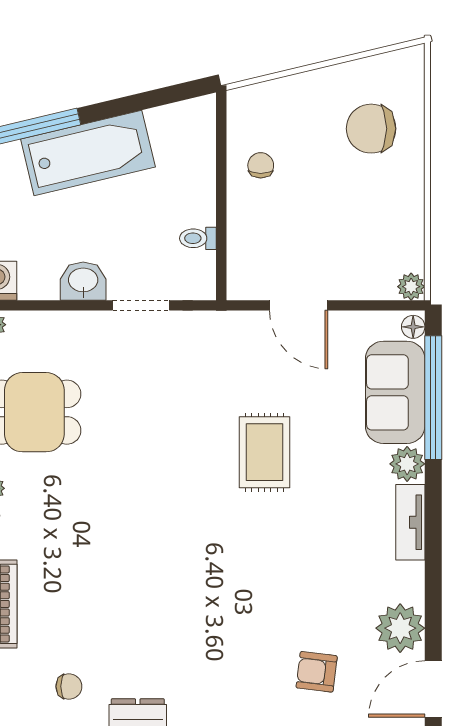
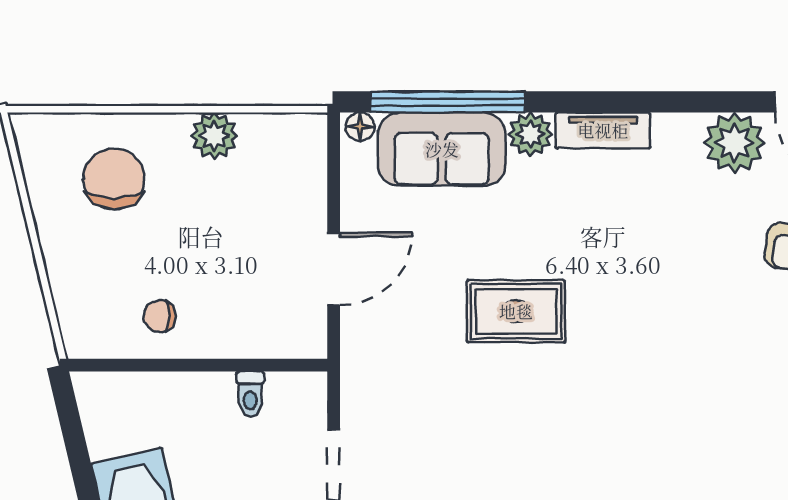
chair: (371, 129) -> (114, 179), turned 180
plant: (411, 287) -> (214, 136), moved, width x1.38, depth x1.38

